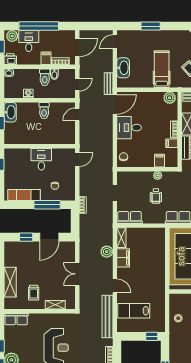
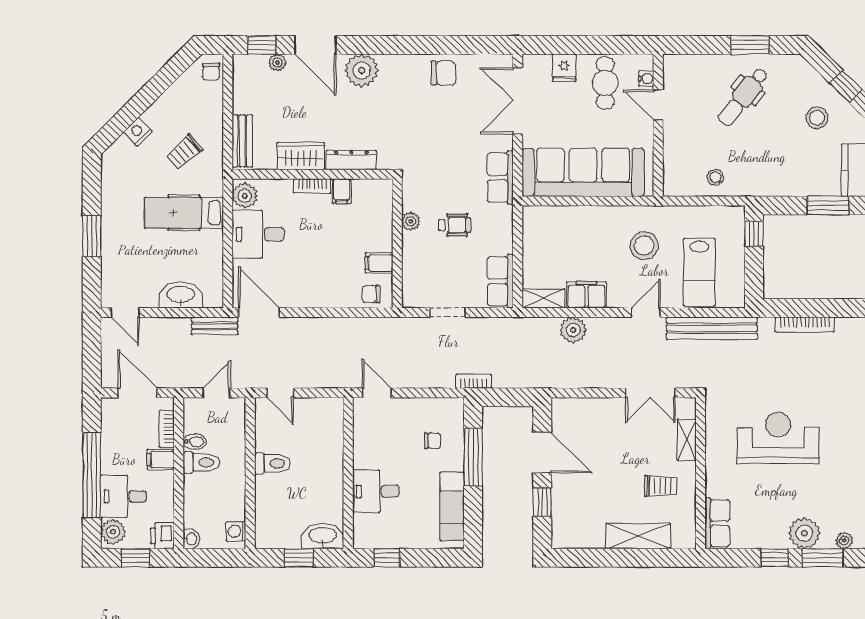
door: (77, 85) -> (217, 393), hinge flipped
washing machine: (28, 94) -> (236, 531), moved
washbasin: (10, 112) -> (323, 536), moved
desk: (129, 128) -> (258, 234), moved, turned 90
desk: (41, 159) -> (376, 491), moved
filing cabinet: (160, 161) -> (379, 263), moved
double door: (77, 274) -> (650, 393), moved
stool: (146, 285) -> (644, 246), added

